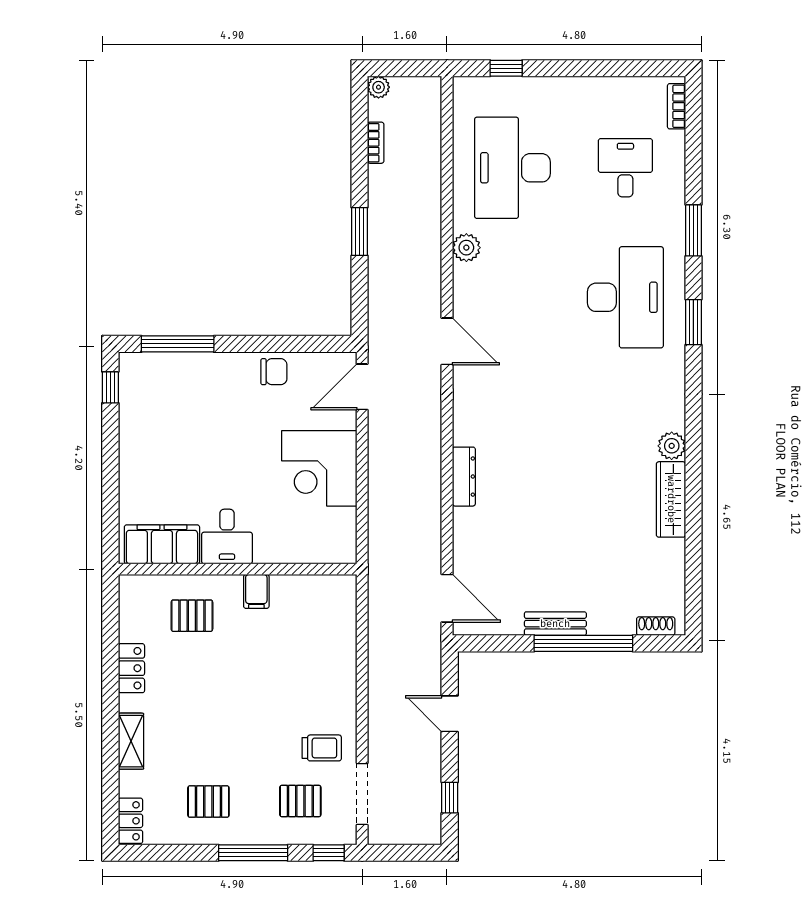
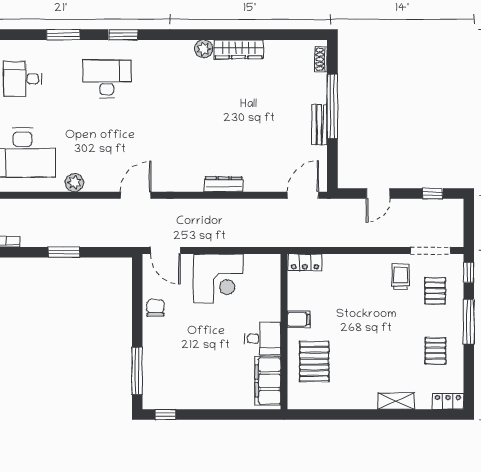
desk: (625, 297) -> (107, 79), width x0.73, depth x0.77
pallet: (192, 616) -> (314, 361), width x1.50, depth x1.42
locker: (131, 668) -> (305, 262), moved, turned 180

